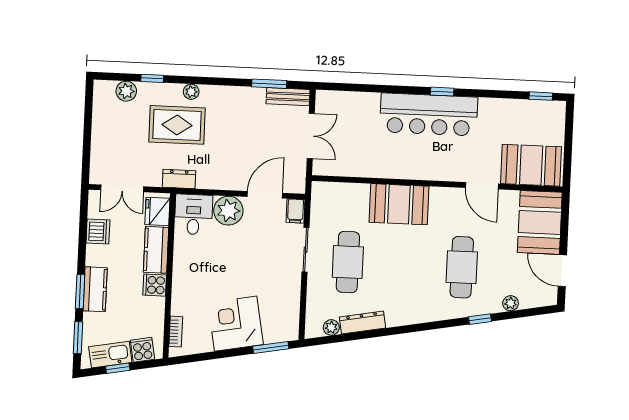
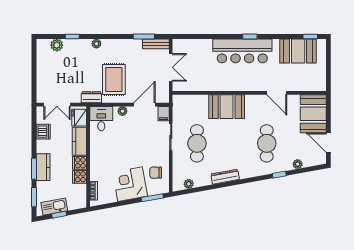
rug: (177, 125) -> (114, 80), moved, turned 90
booth: (531, 165) -> (298, 51), moved
plant: (228, 211) -> (122, 111), width x0.53, depth x0.53
chair: (278, 307) -> (156, 173), added
dresser: (362, 322) -> (225, 177), moved
cooker: (142, 350) -> (80, 177), moved, turned -80

